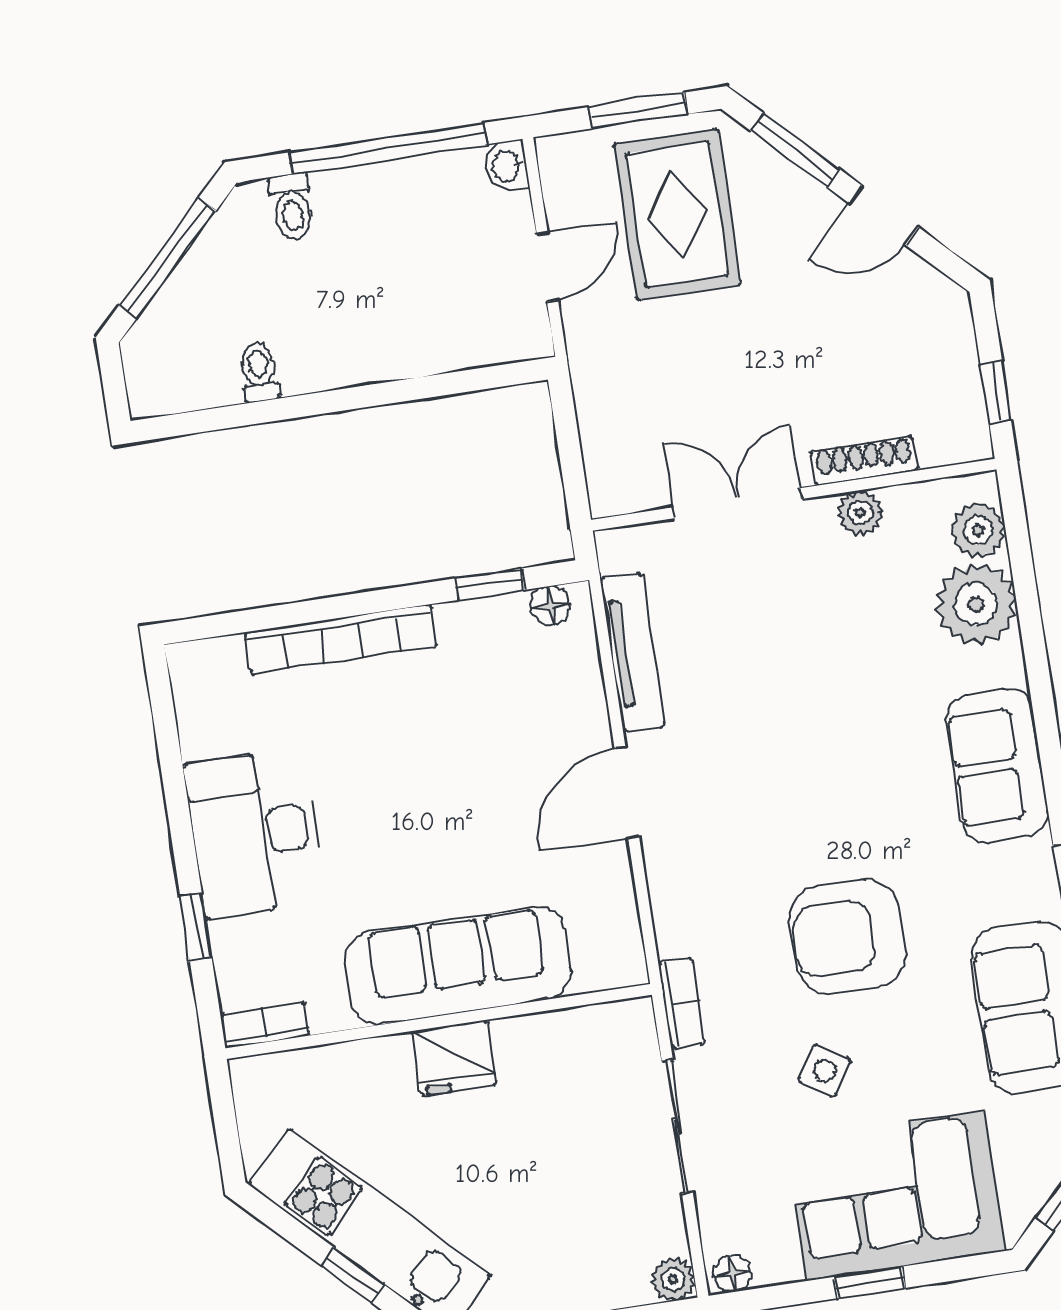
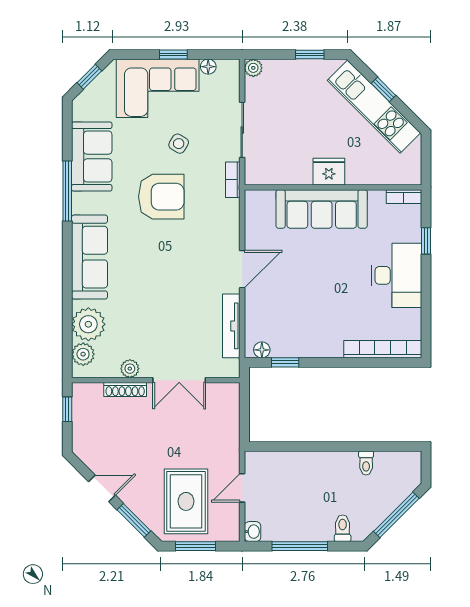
window: (388, 148) -> (300, 546), width x0.68
bookcase: (341, 639) -> (383, 349), moved
sofa: (997, 766) -> (90, 257), width x1.36
floor lamp: (732, 1273) -> (208, 67), moved

